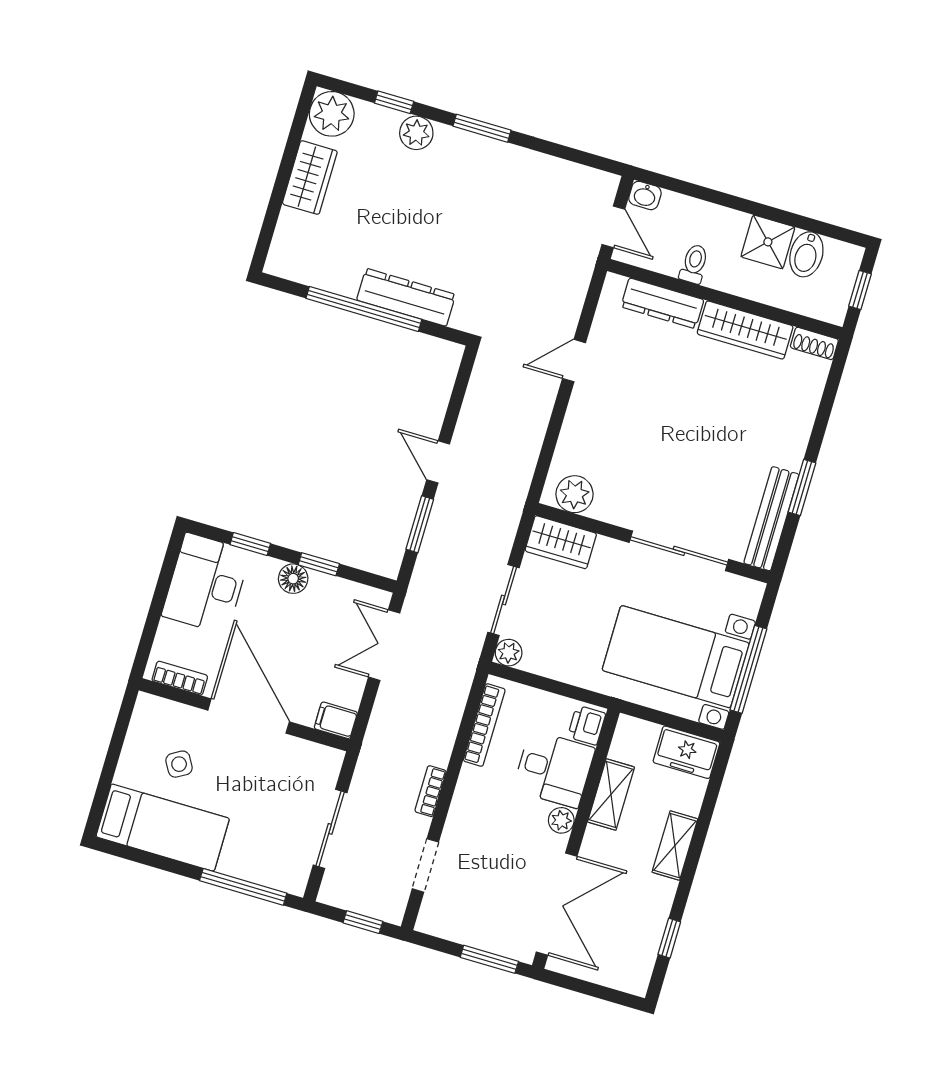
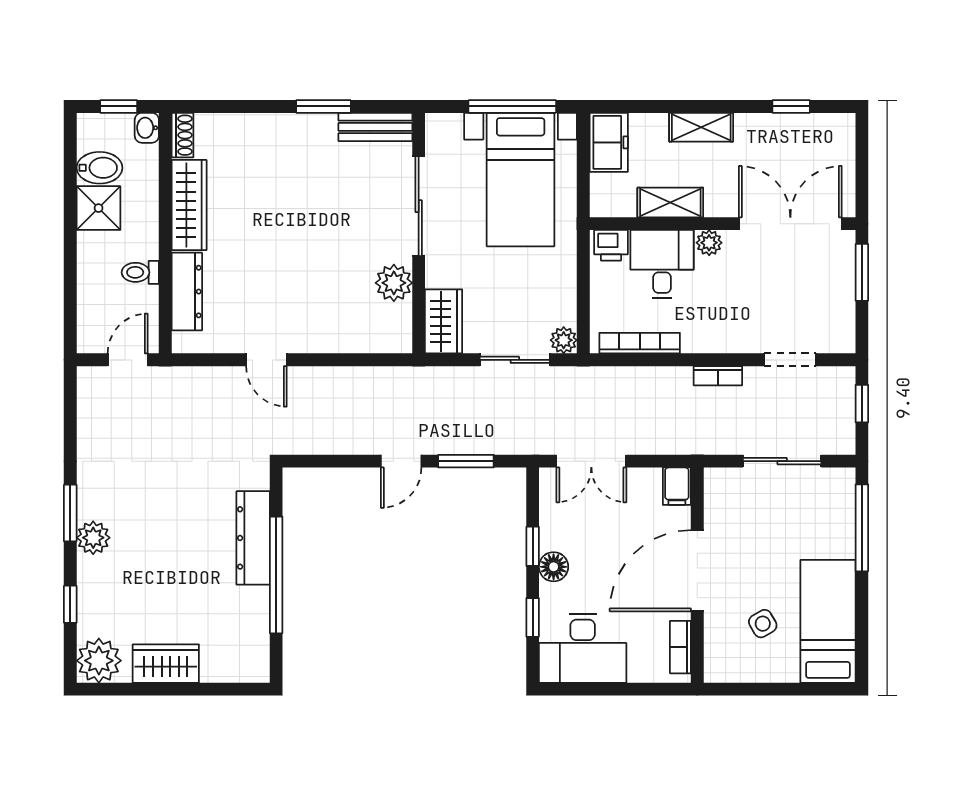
plant: (416, 133) -> (93, 538), moved
washbasin: (645, 195) -> (147, 128), moved, turned 180
plant: (574, 494) -> (394, 283), moved
bench: (771, 519) -> (375, 127), width x0.73

